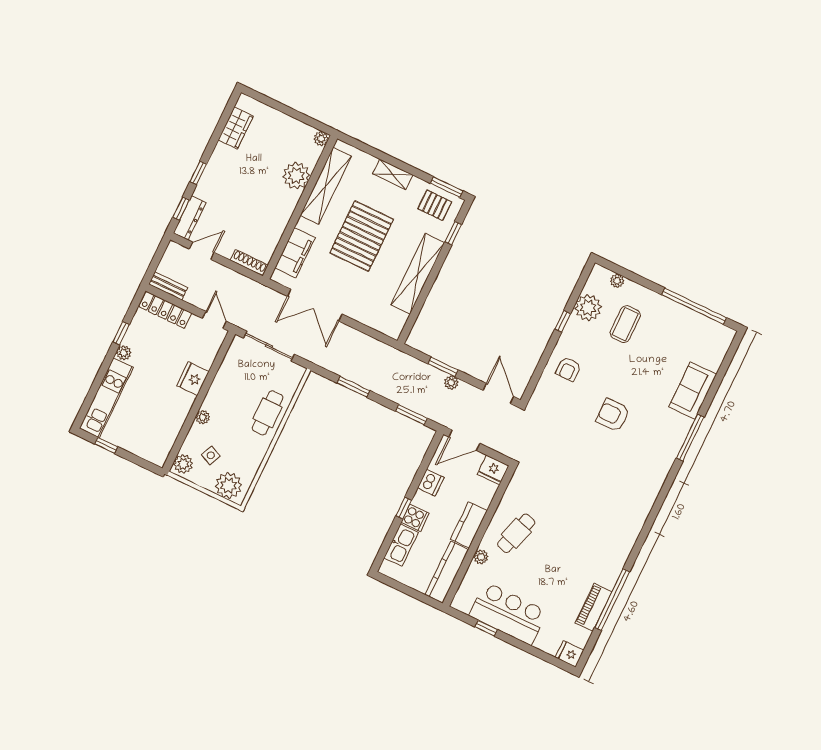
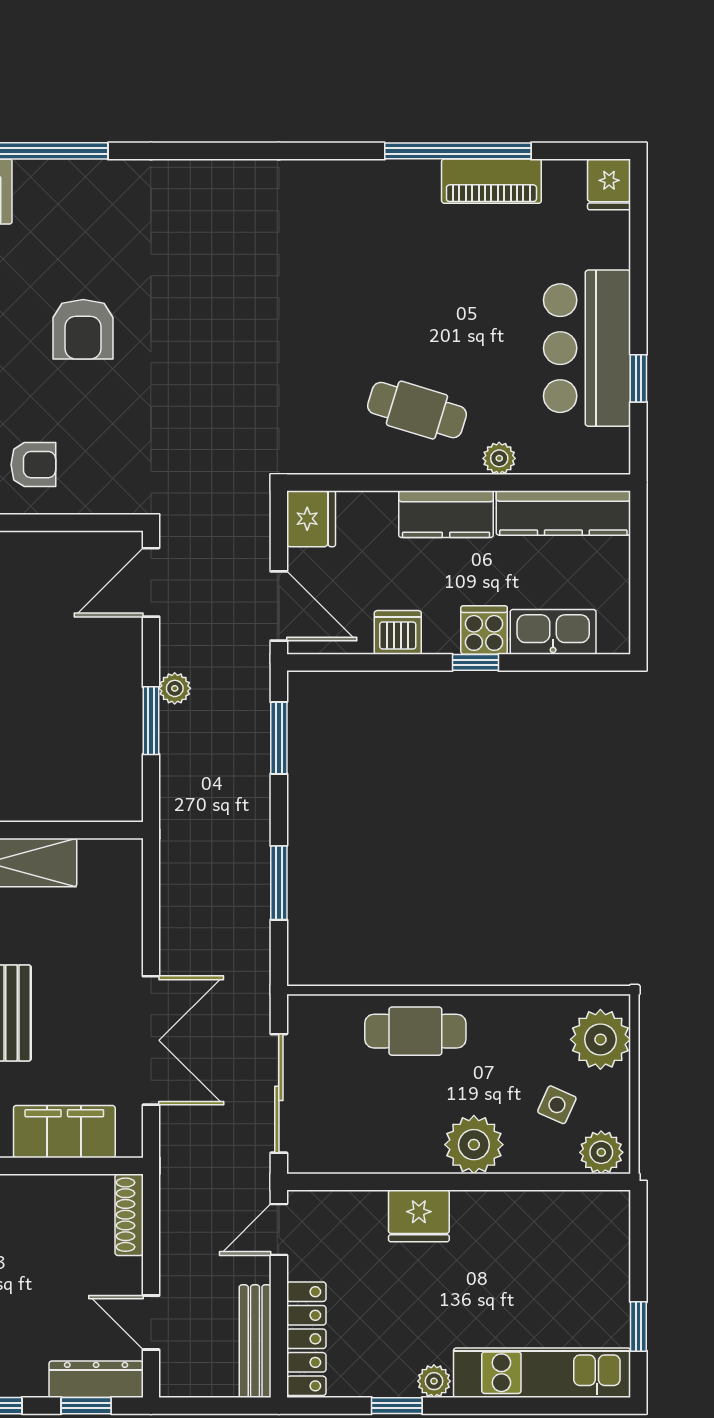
bench: (168, 286) -> (255, 1341), width x1.36
plant: (203, 417) -> (474, 1145), width x1.88, depth x1.88

